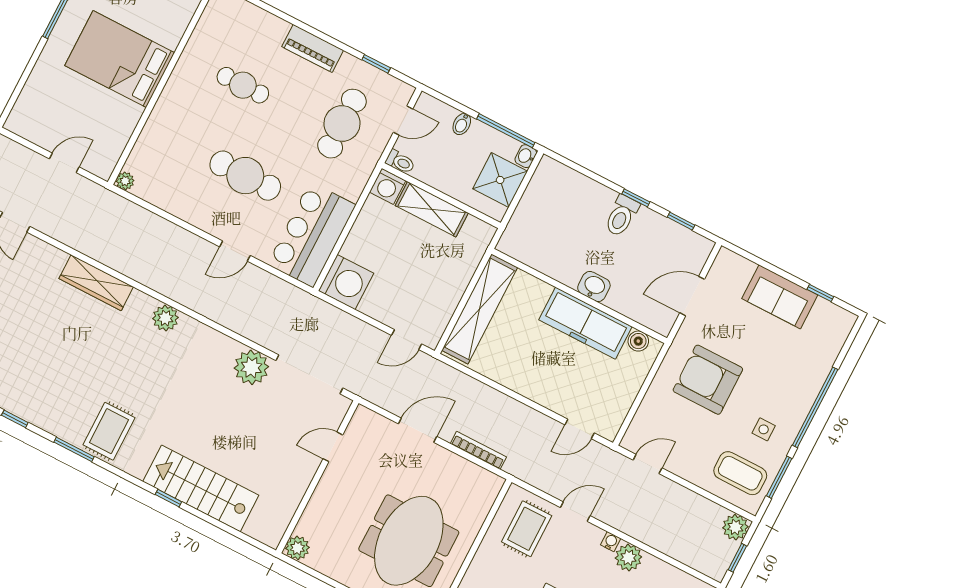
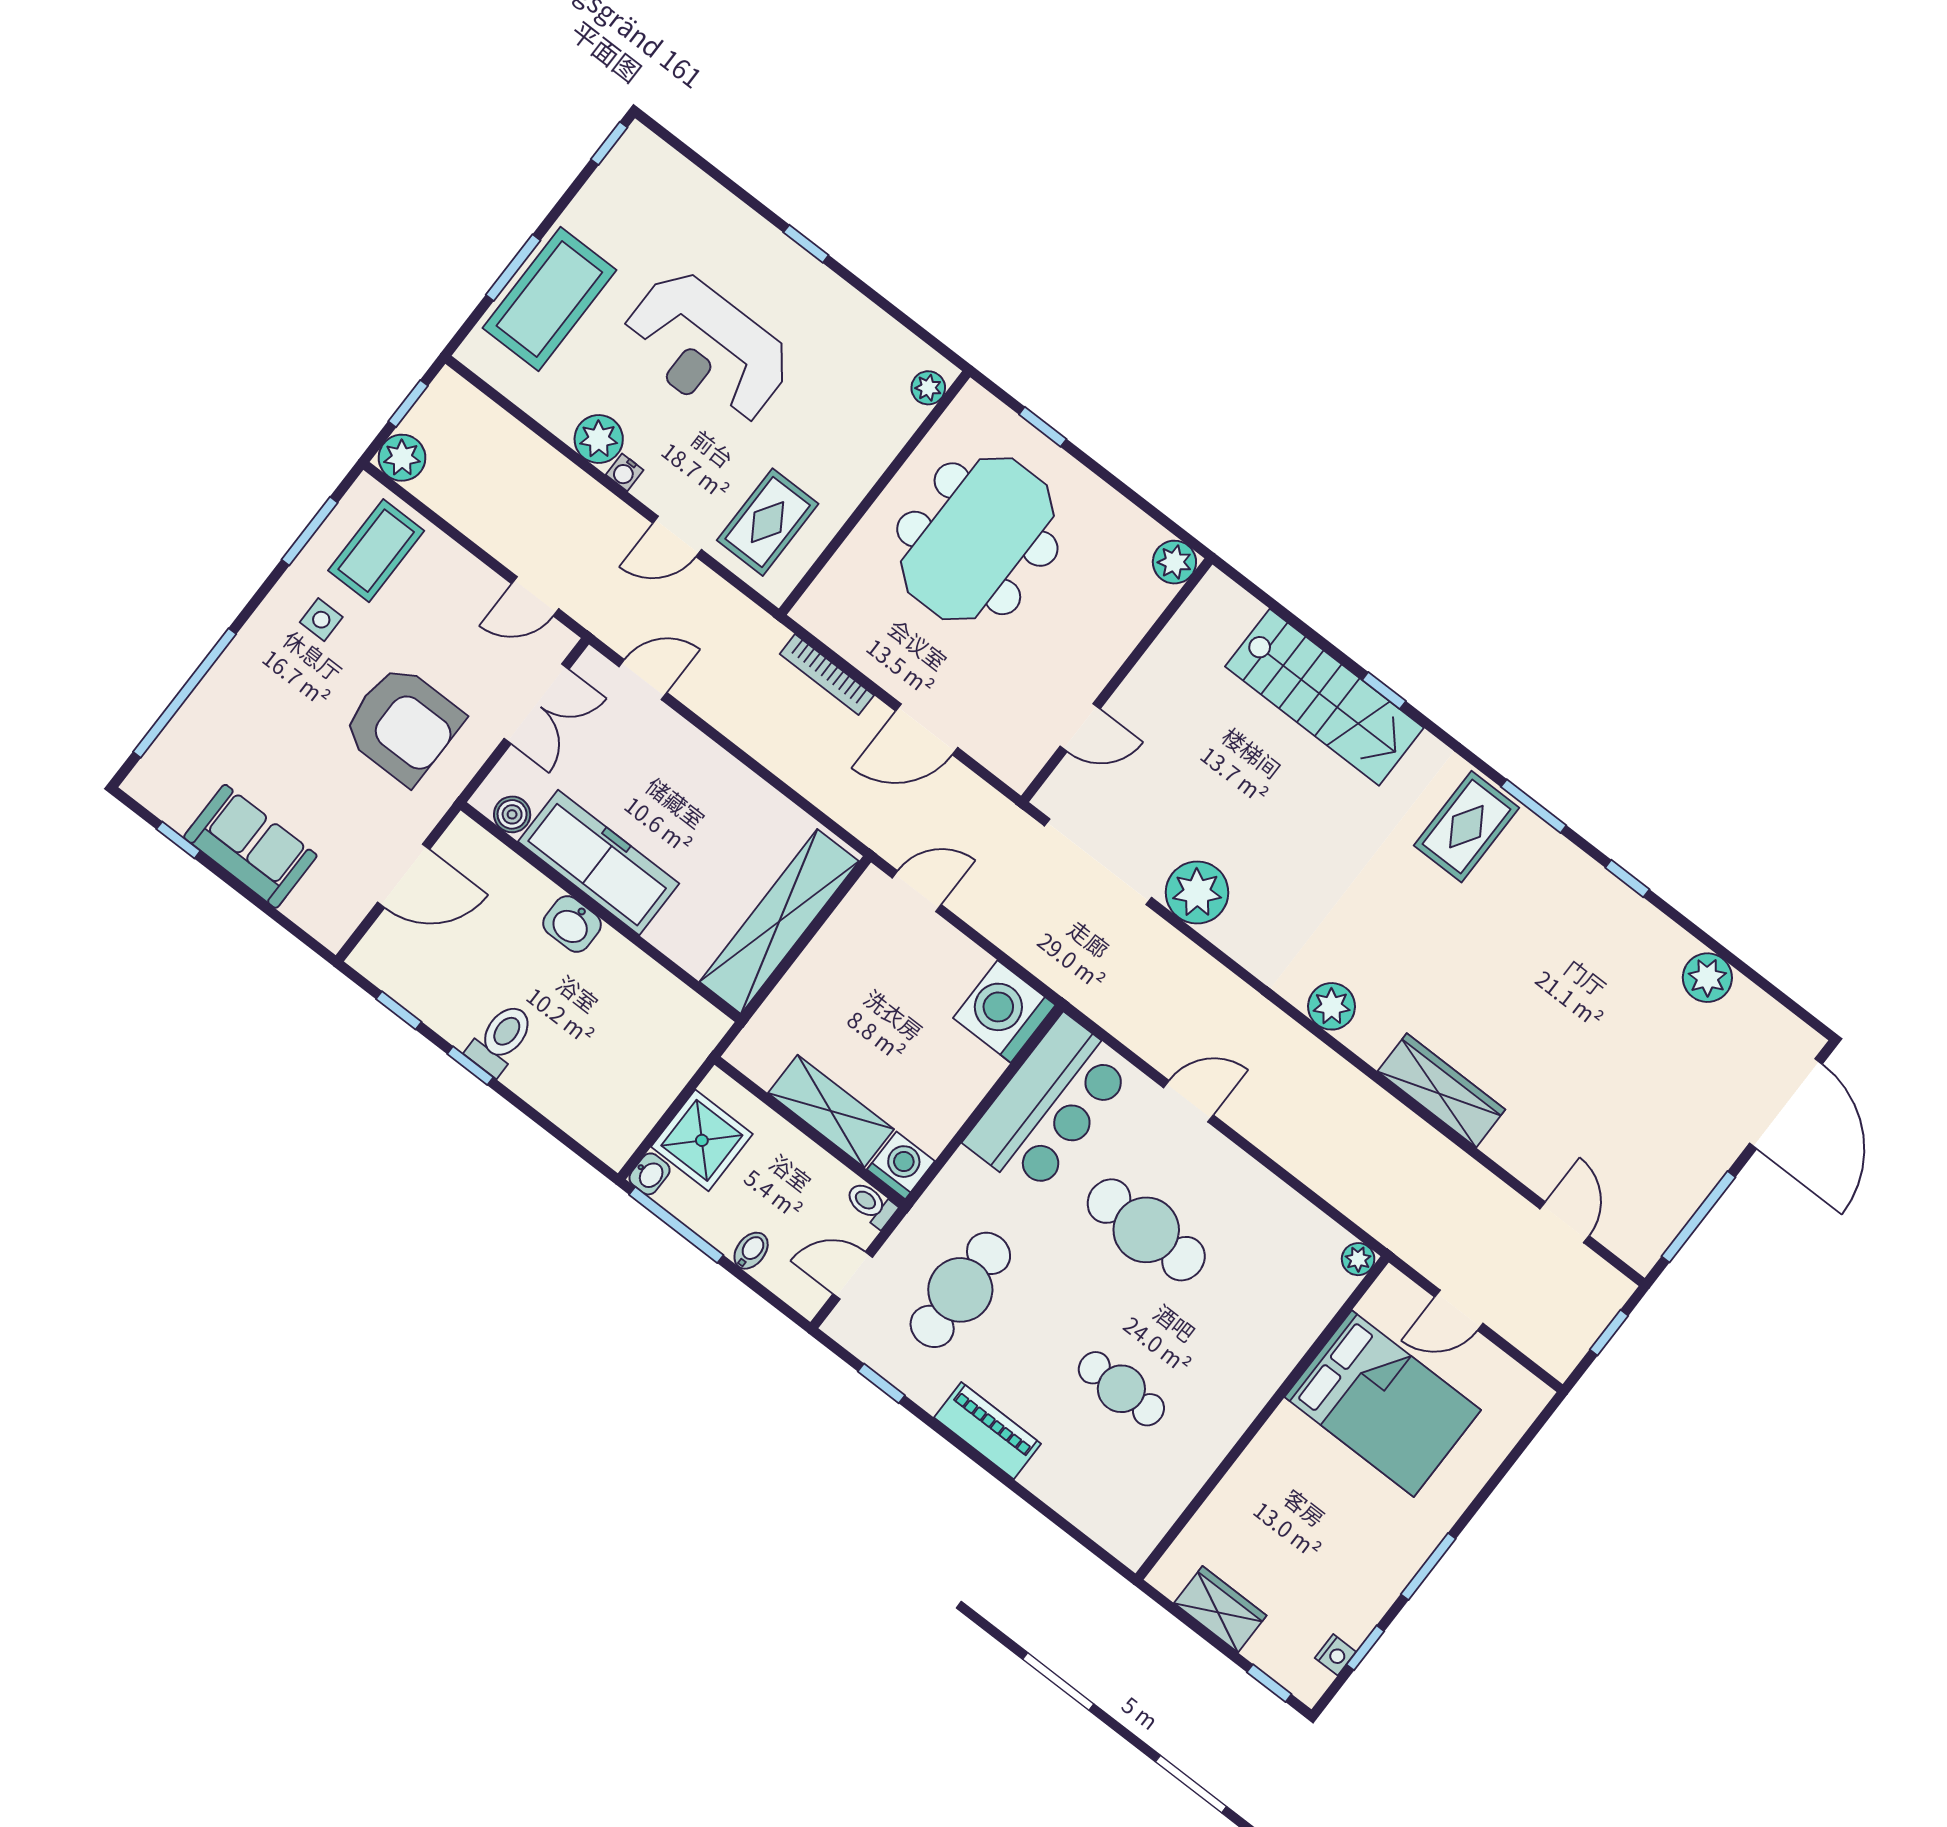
bed: (120, 59) -> (1383, 1404), moved
double door: (636, 405) -> (537, 704), added
window: (815, 407) -> (185, 693), moved
coffee table: (740, 473) -> (376, 551), turned 90

